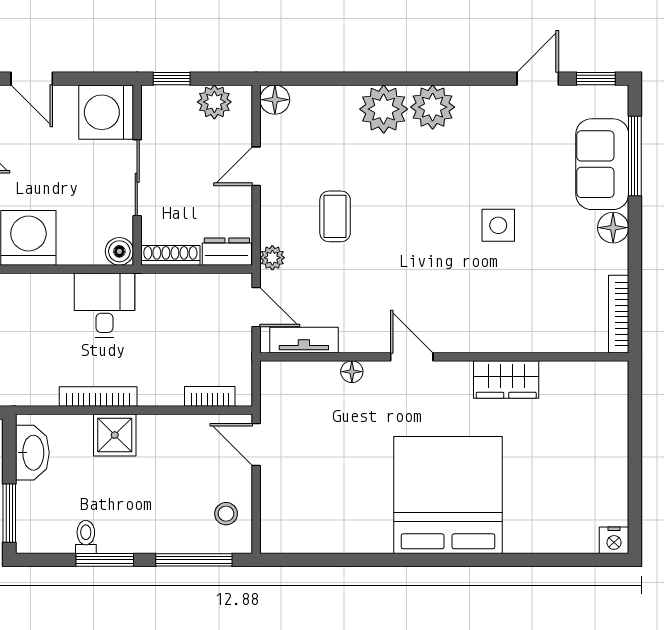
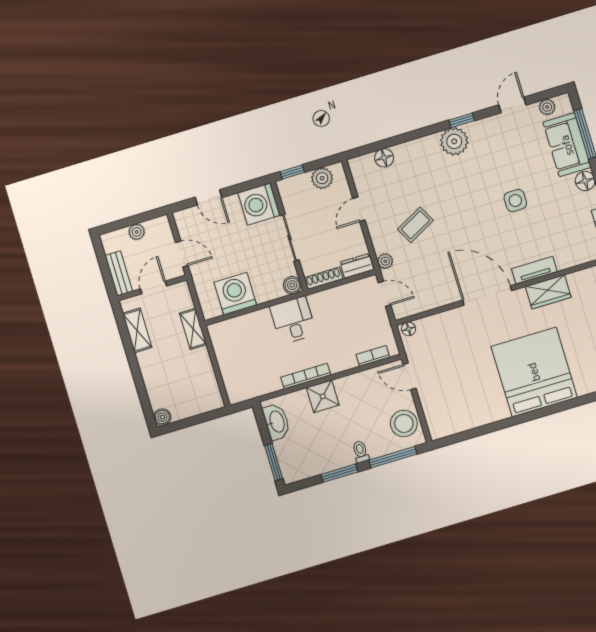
window: (596, 79) -> (462, 120), moved
floor lamp: (275, 100) -> (384, 158), moved
plant: (384, 109) -> (547, 107), moved, width x0.53, depth x0.53
coffee table: (335, 216) -> (415, 225), turned 62
tv unit: (304, 340) -> (534, 270), moved
door: (412, 357) -> (487, 295), width x1.88
floor lamp: (352, 372) -> (409, 329), moved
stool: (226, 514) -> (404, 423), width x1.89, depth x1.89
toilet: (86, 537) -> (361, 452), moved

